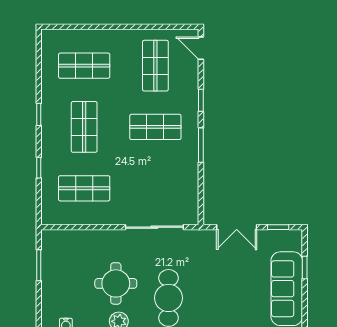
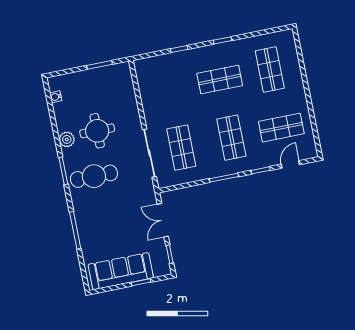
door: (201, 48) -> (290, 164), moved
shop shelf: (84, 188) -> (181, 148), moved

